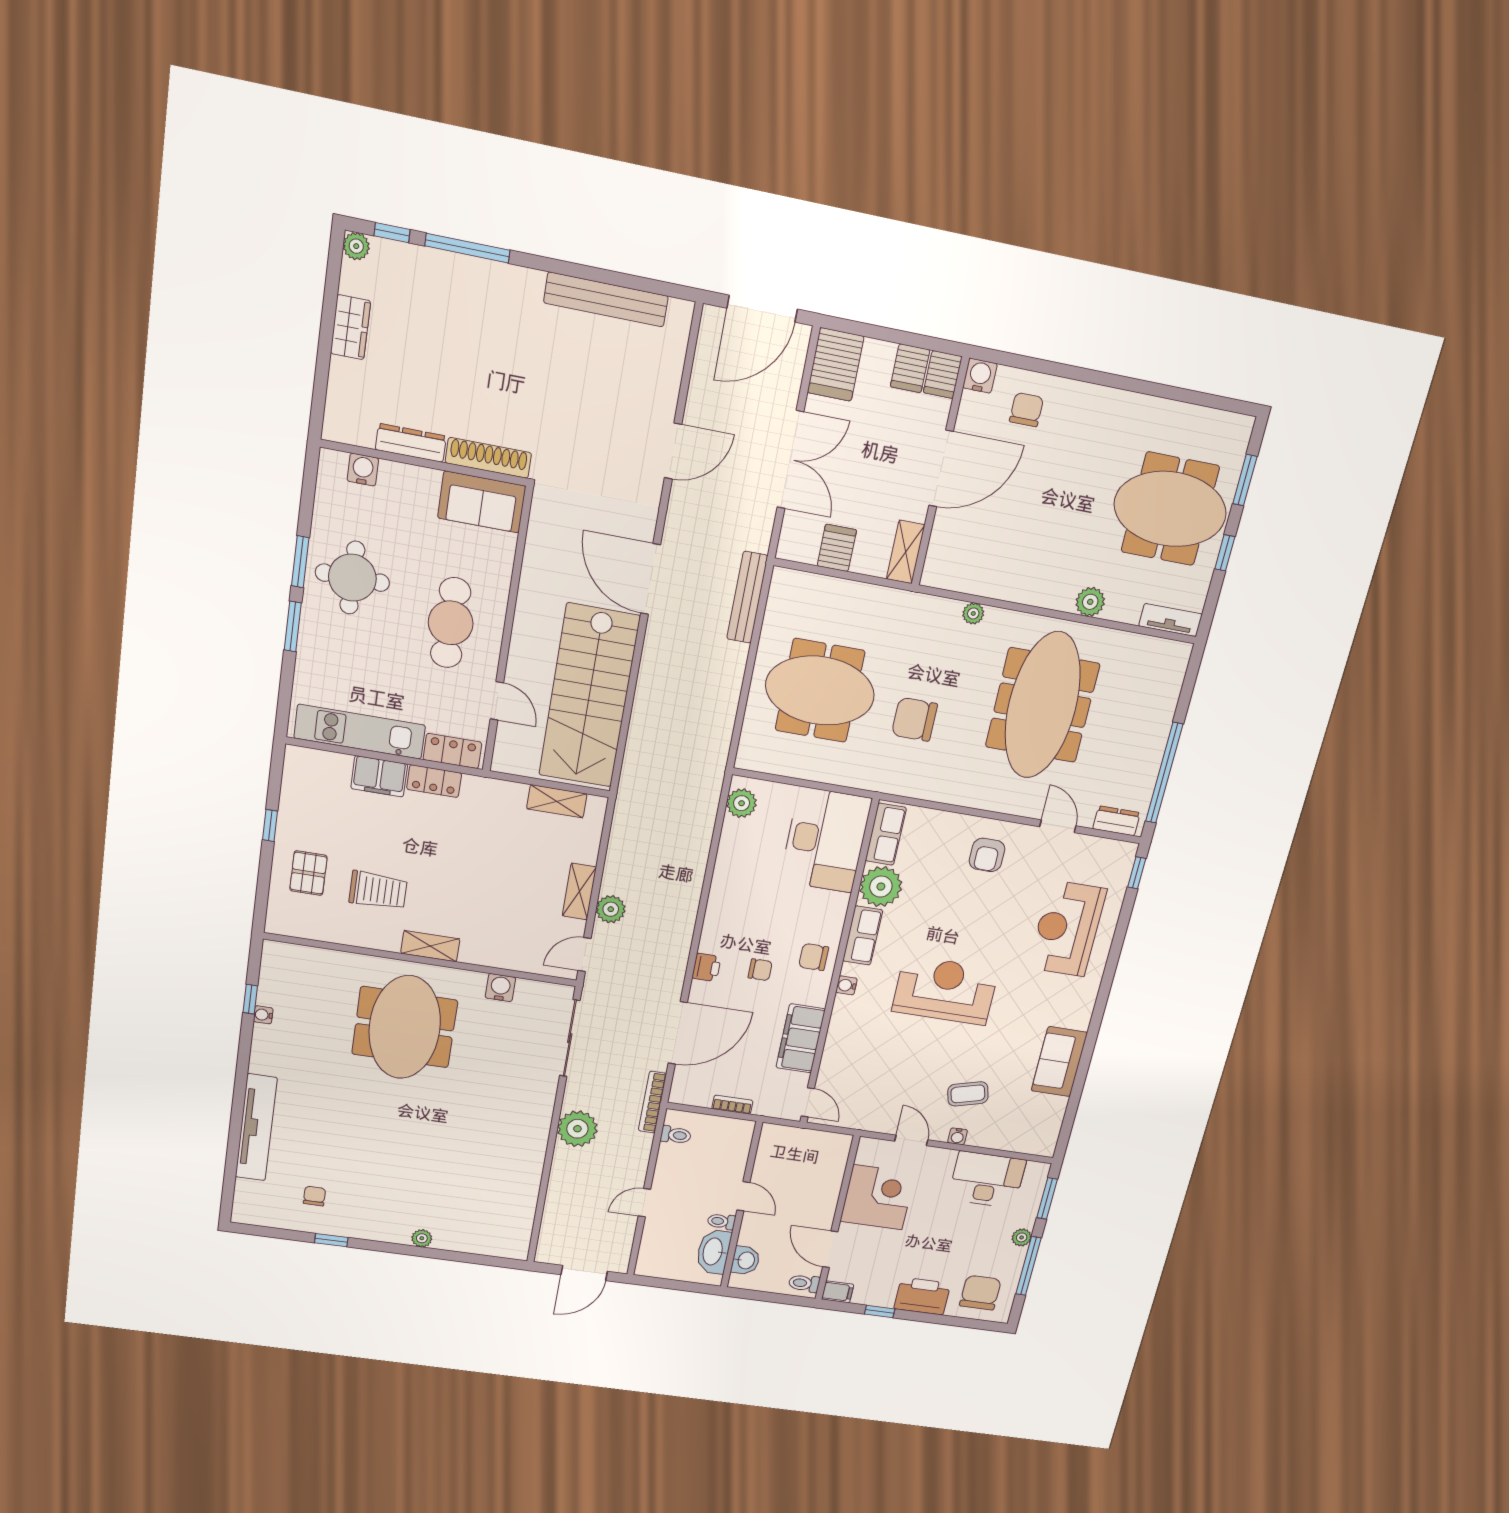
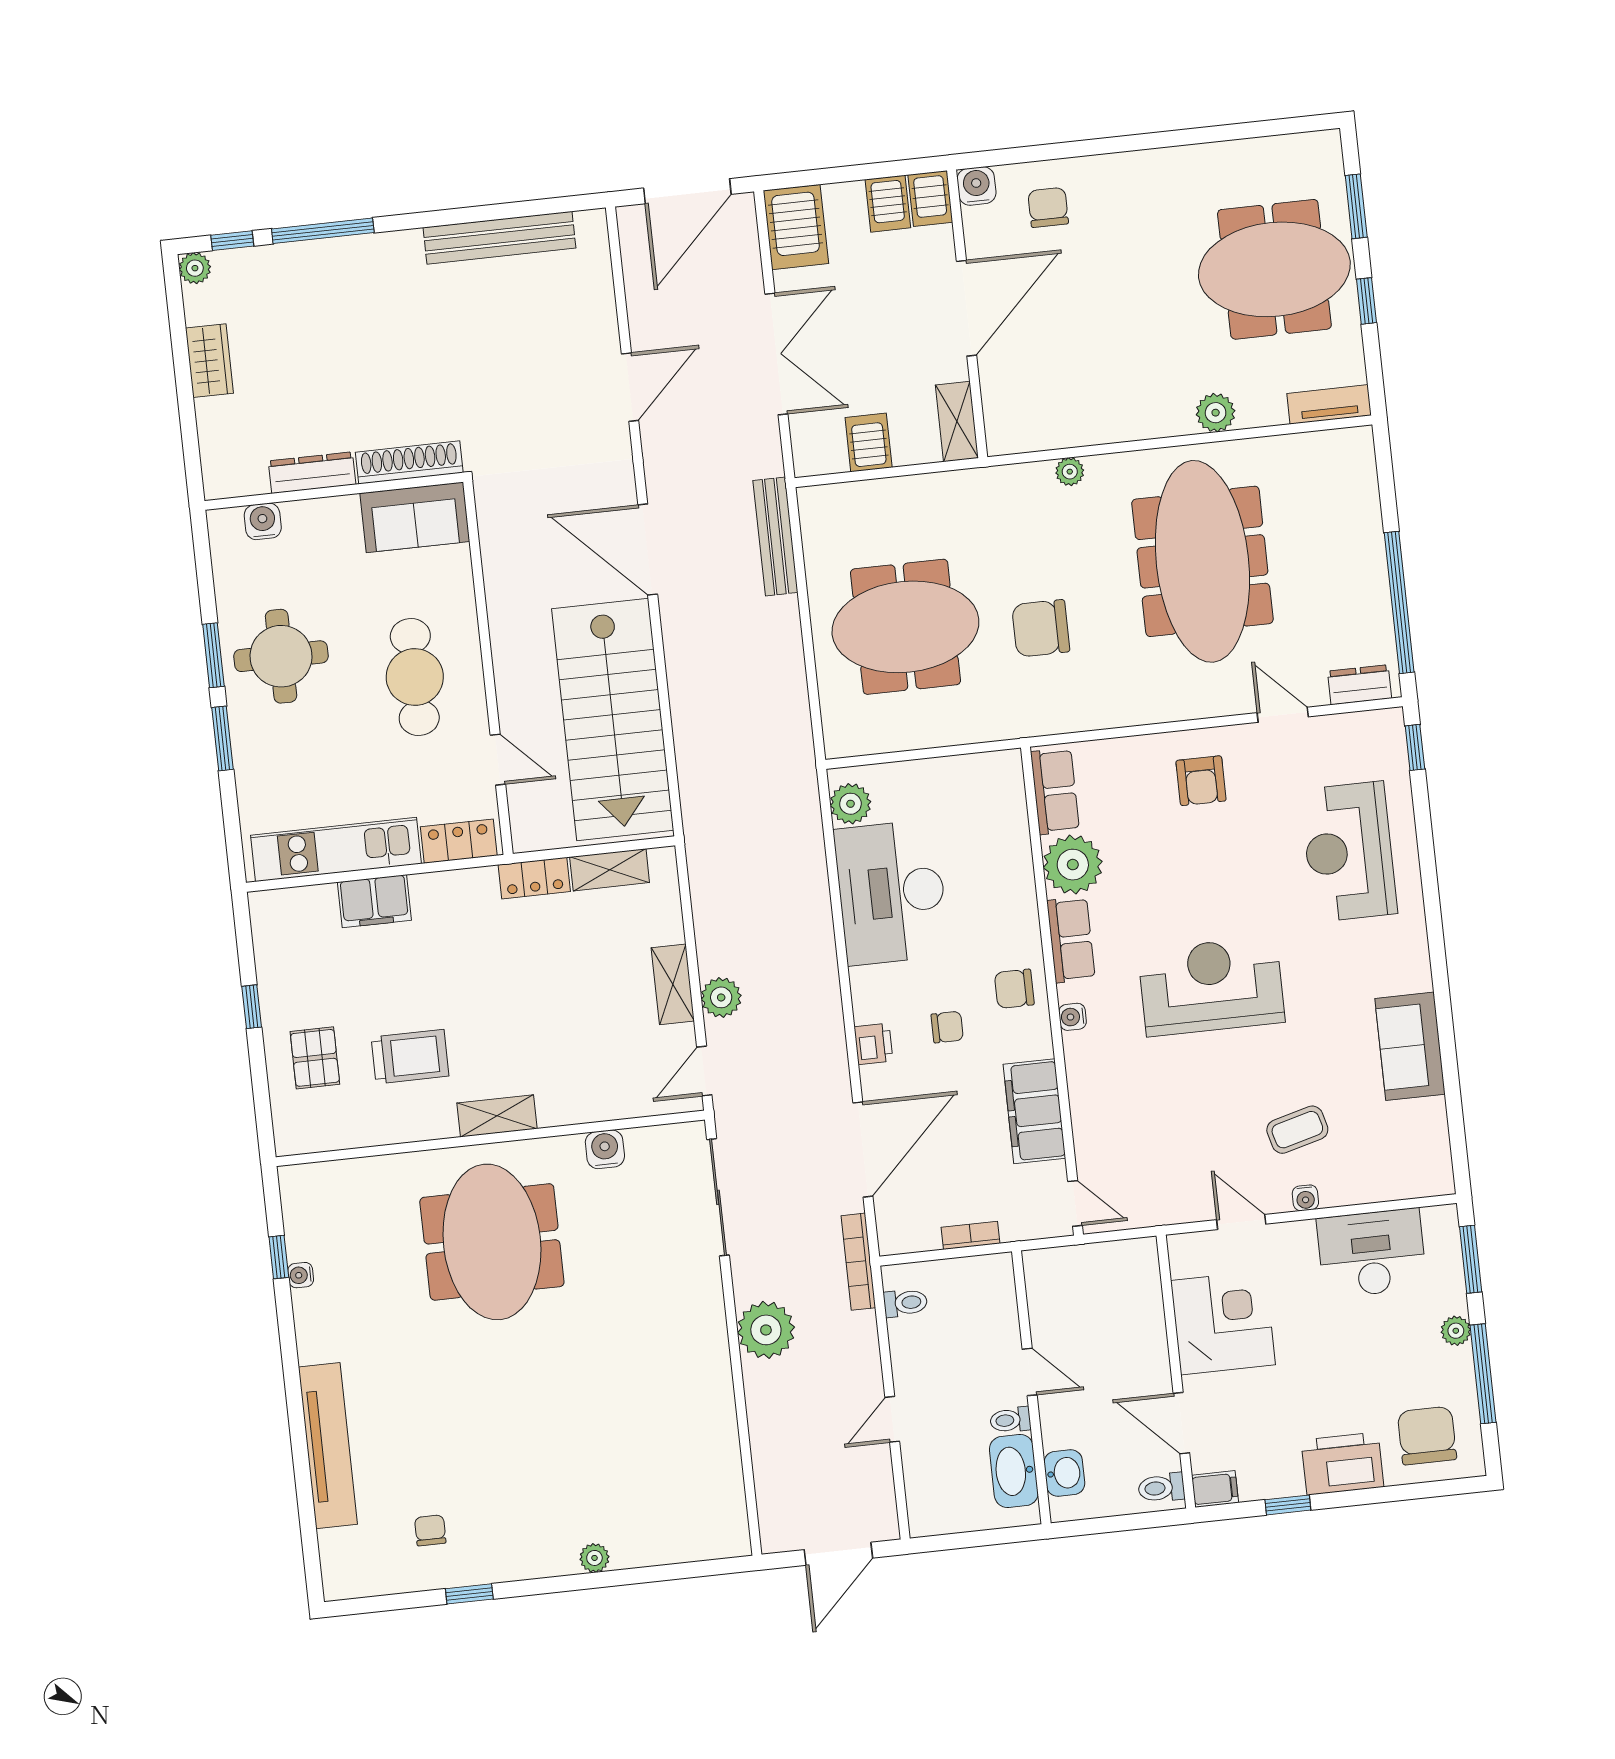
locker: (434, 781) -> (534, 878), moved
desk: (825, 840) -> (891, 892), moved, turned 180

